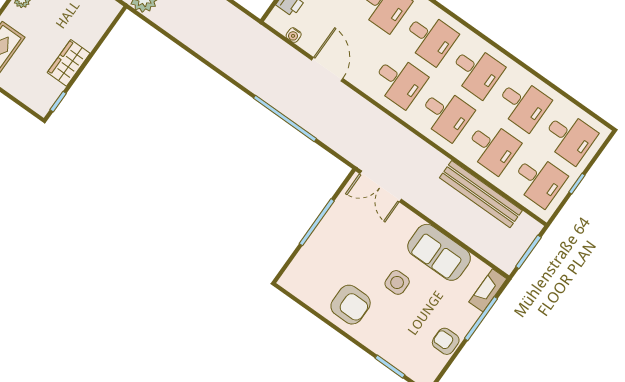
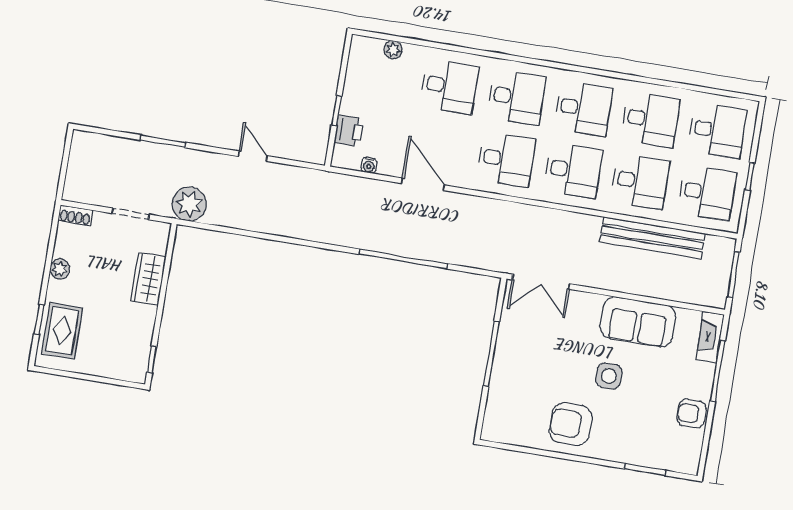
wardrobe: (69, 63) -> (148, 279), moved
armchair: (351, 305) -> (571, 424), turned 180

